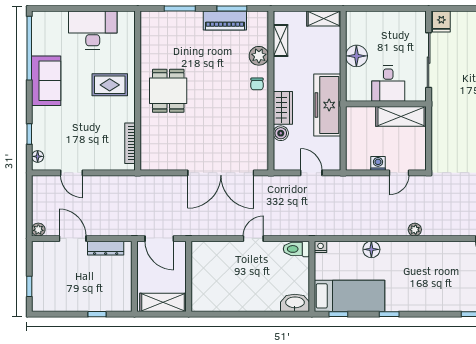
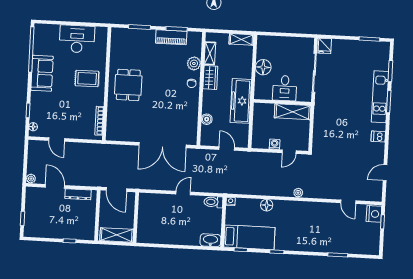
wardrobe: (283, 108) -> (210, 78), moved

